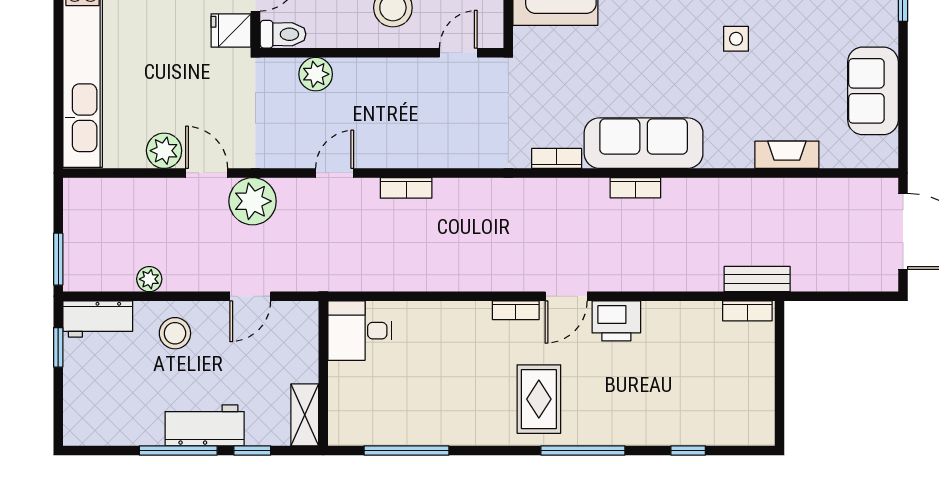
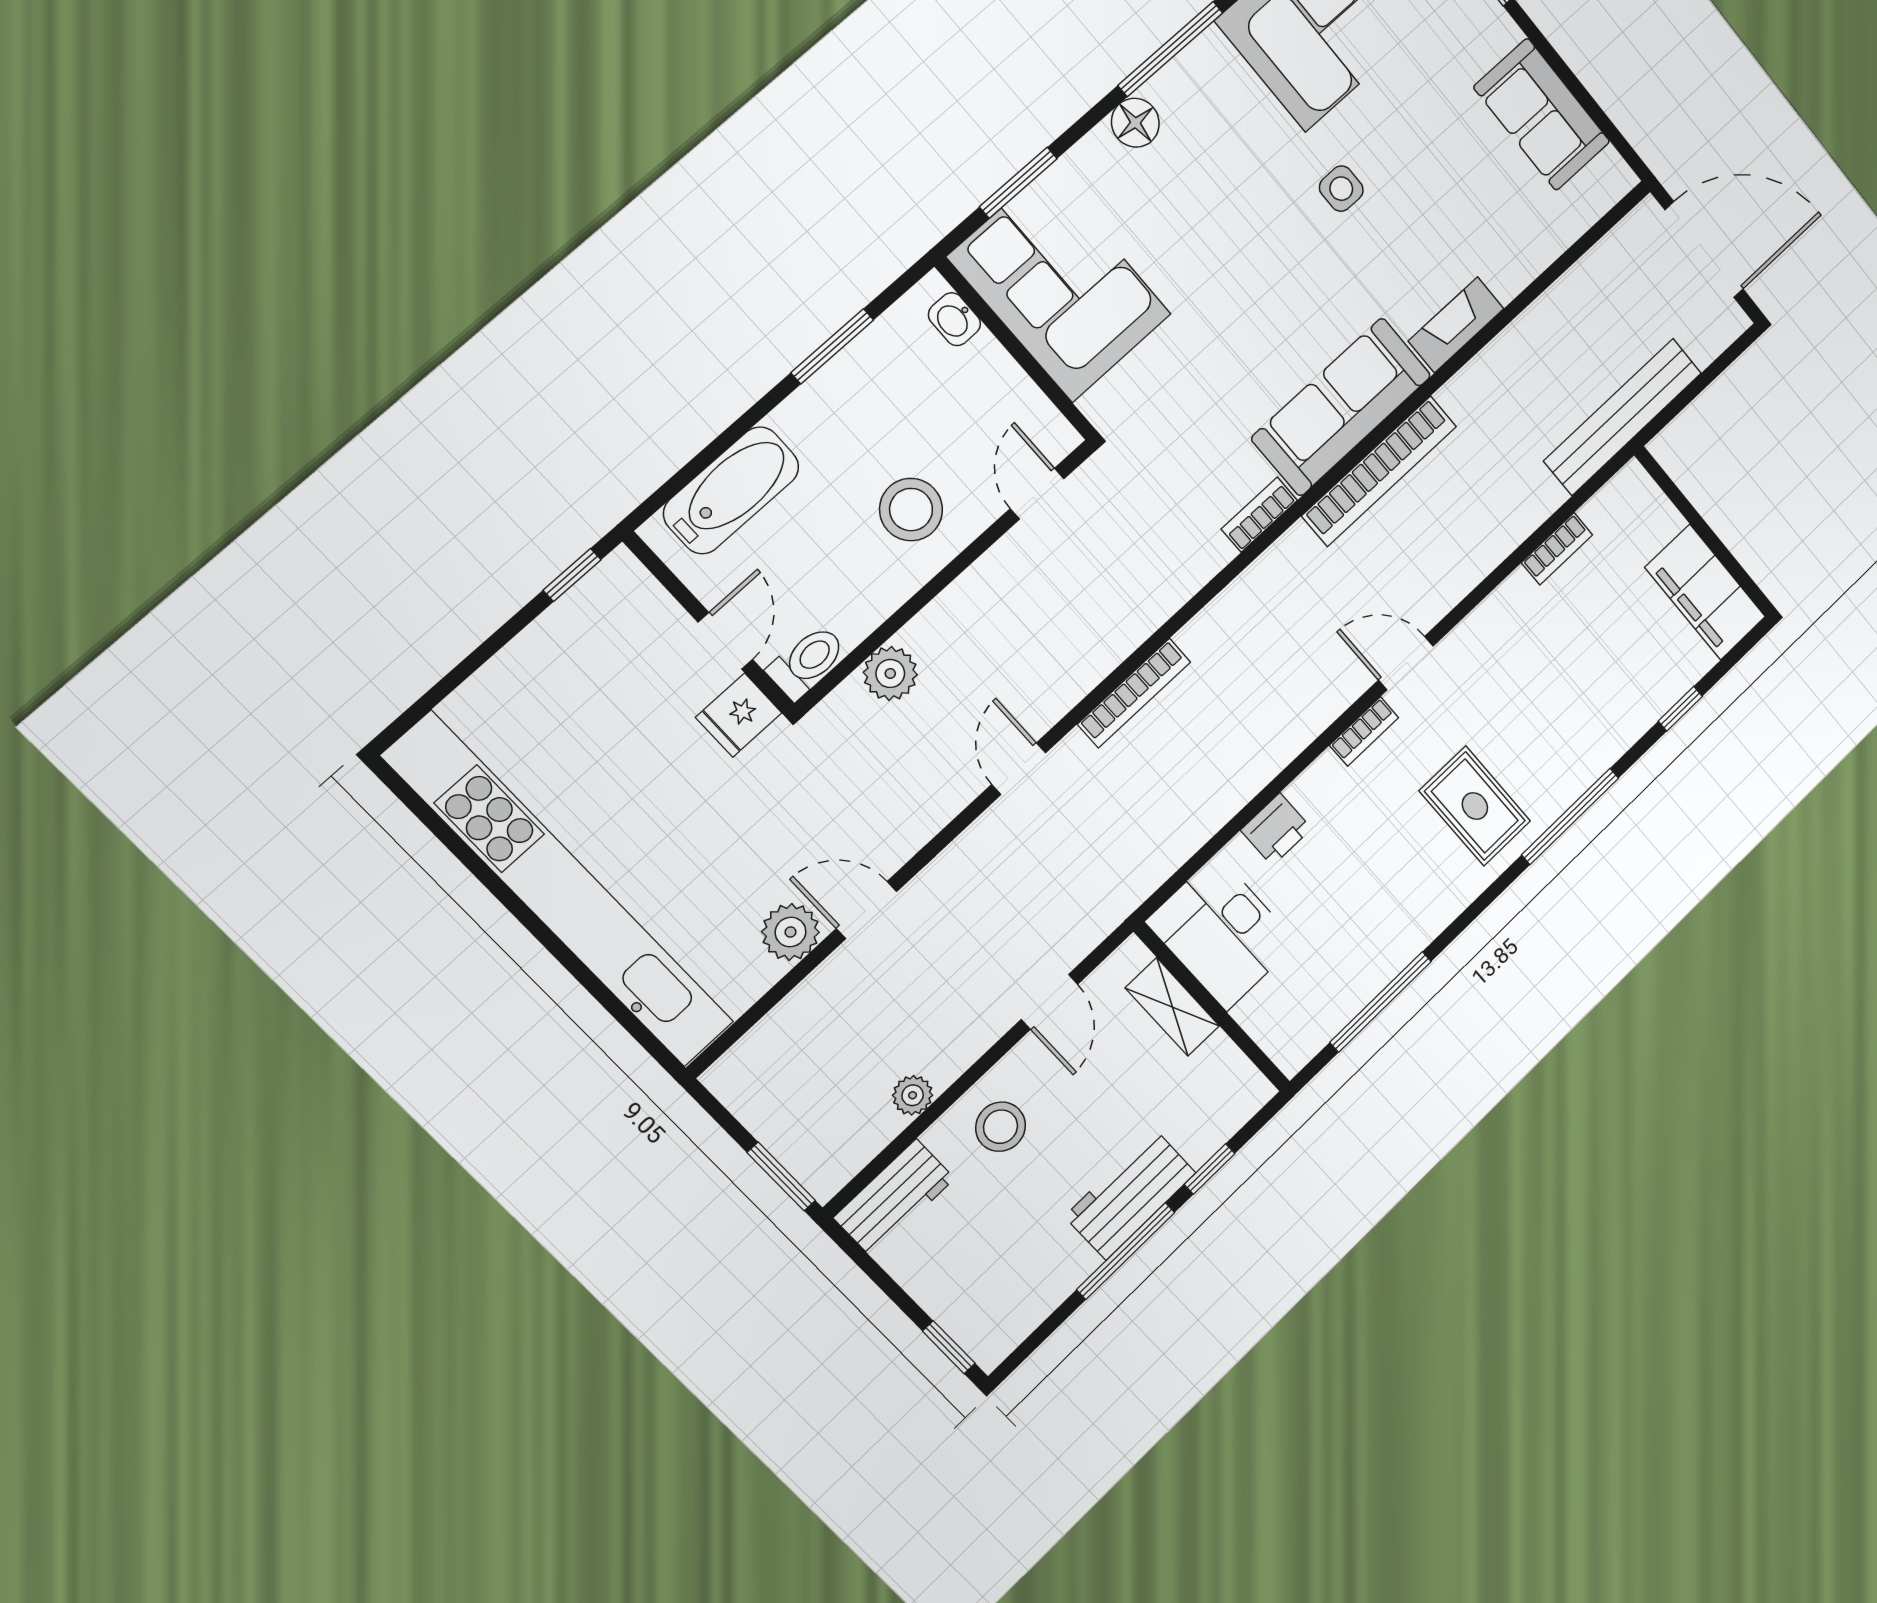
fireplace: (787, 155) -> (1456, 325), moved
bookcase: (406, 188) -> (1134, 693), width x1.56
bookcase: (635, 188) -> (1379, 471), width x2.31, depth x1.31
plant: (253, 201) -> (952, 891), removed
bench: (757, 279) -> (1623, 417), width x1.86, depth x1.21
door: (566, 296) -> (1406, 663), swing flipped
bookcase: (747, 311) -> (1557, 549), moved
printer: (616, 321) -> (1276, 829), moved, width x0.73, depth x0.81
desk: (360, 331) -> (1222, 932), width x1.37
window: (58, 347) -> (949, 1347), moved
filing cabinet: (753, 404) -> (1705, 592), added
shelving: (305, 415) -> (1172, 1007), moved

